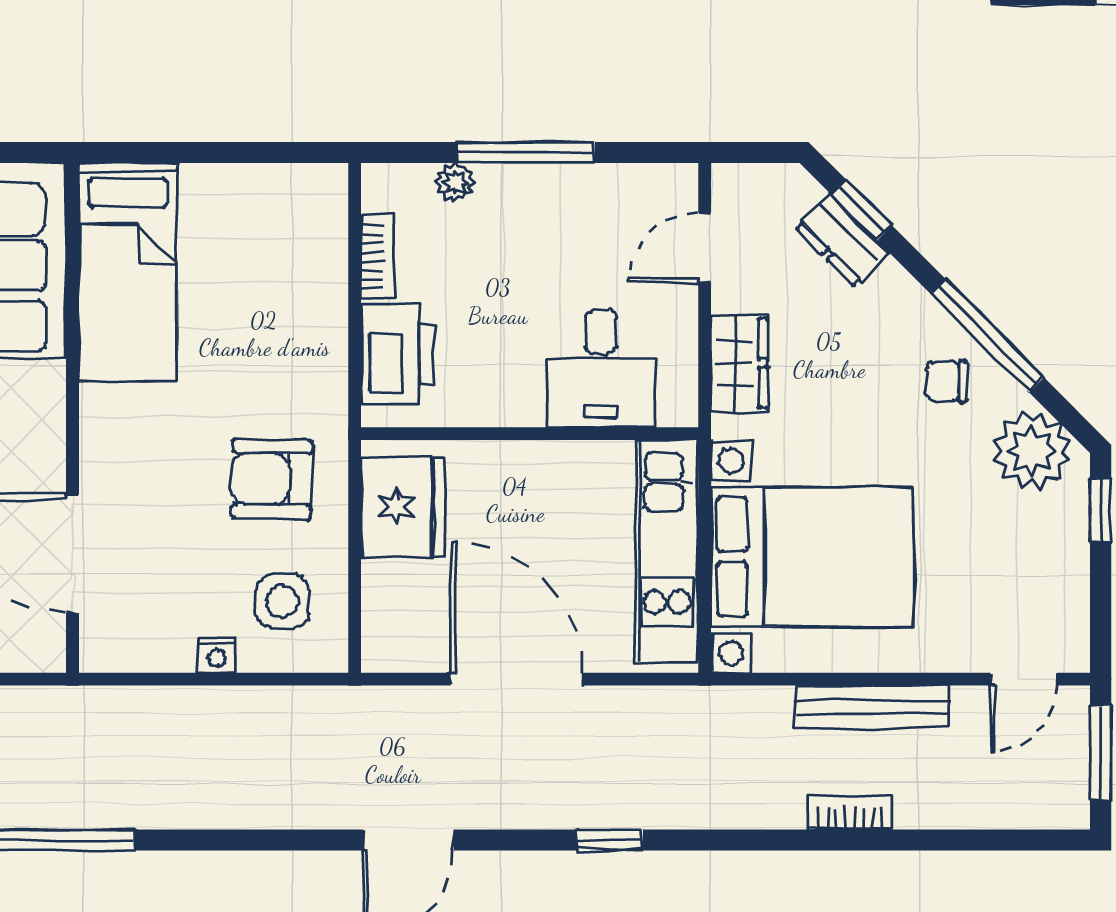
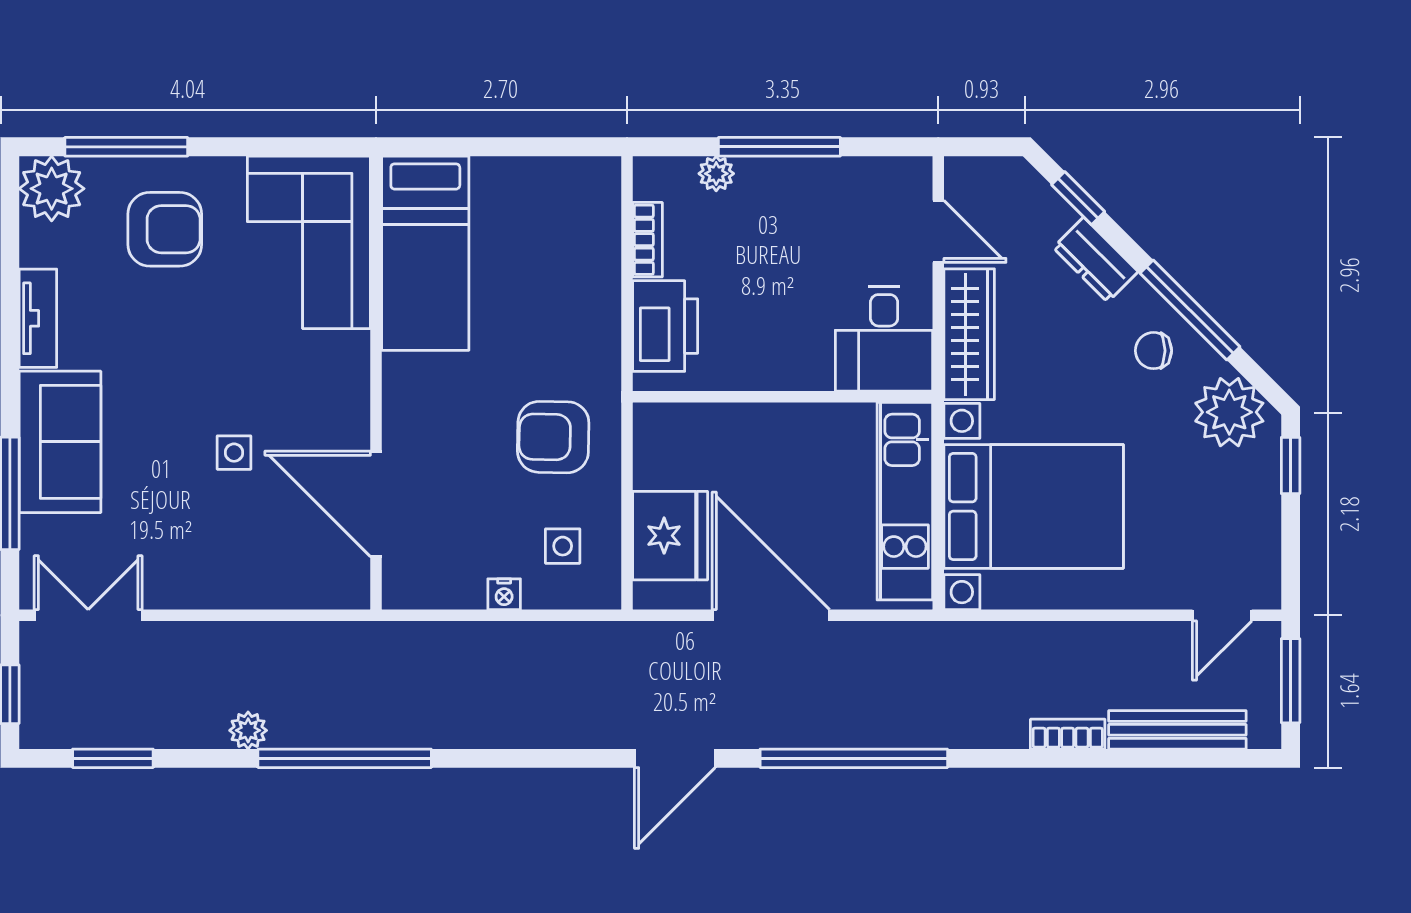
dresser: (842, 240) -> (1096, 260), moved
door: (705, 248) -> (938, 231), swing flipped
wardrobe: (739, 363) -> (969, 334), width x1.50
desk: (601, 368) -> (884, 339), moved
fridge: (403, 507) -> (670, 536), moved
side table: (282, 601) -> (563, 546), width x0.73, depth x0.73
bench: (872, 707) -> (1177, 730), moved
window: (610, 840) -> (854, 758), width x3.17

